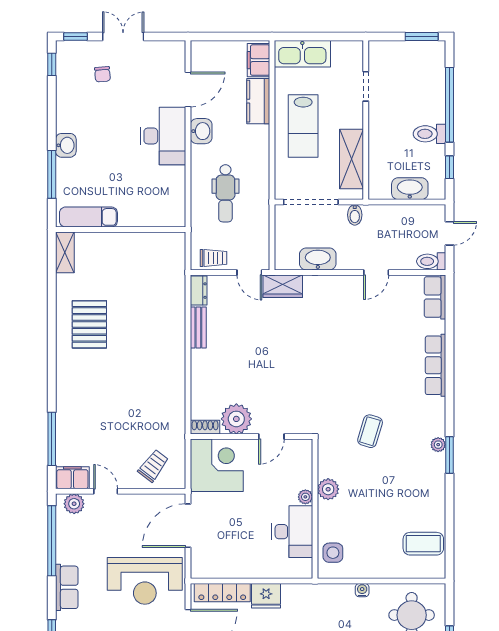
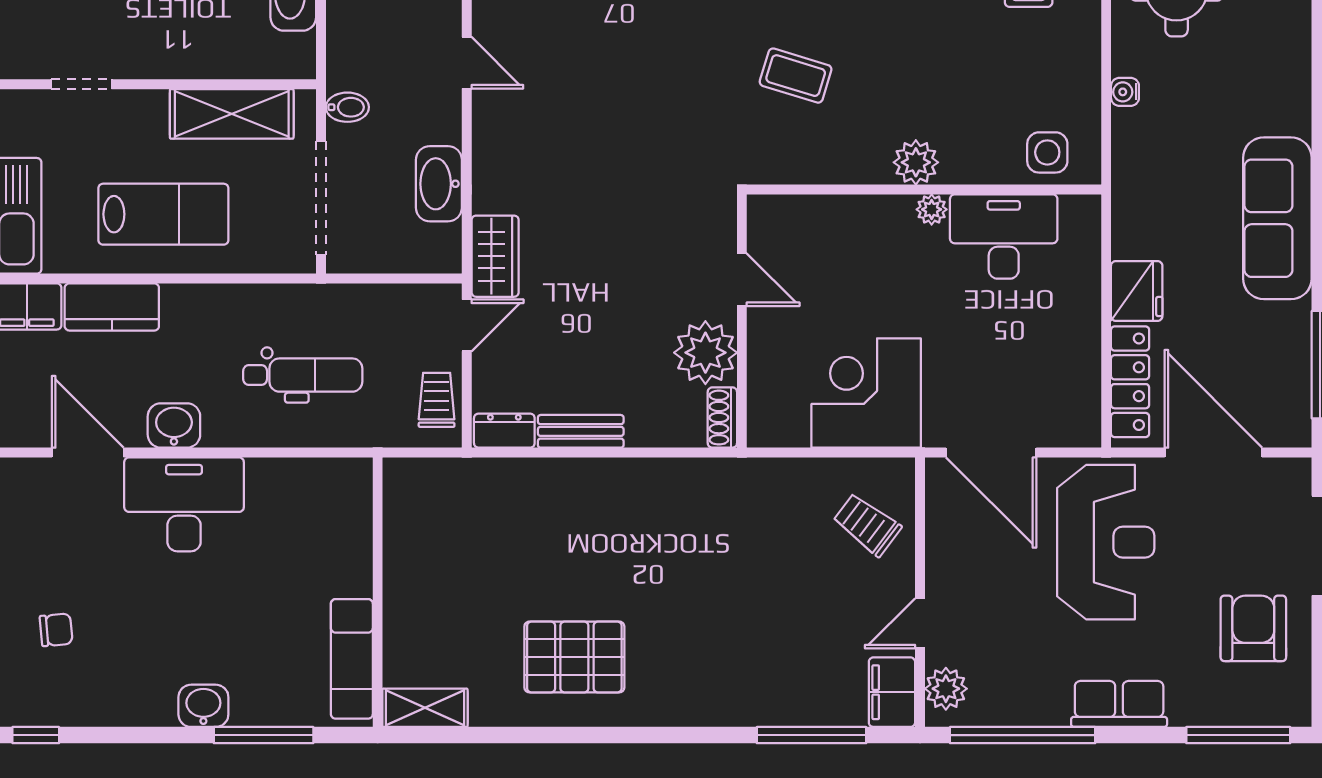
plant: (236, 419) -> (705, 353), moved
shoe rack: (205, 427) -> (722, 418), moved
wall: (252, 437) -> (742, 321), moved
door: (271, 437) -> (742, 280), moved

